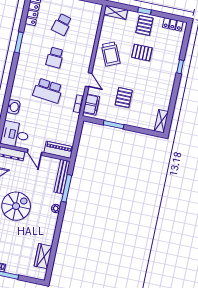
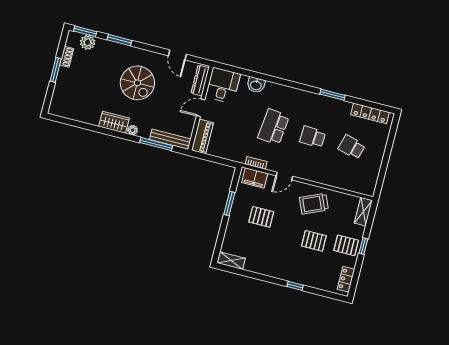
pallet: (142, 53) -> (314, 241), turned 90
wardrobe: (43, 256) -> (114, 122), moved

